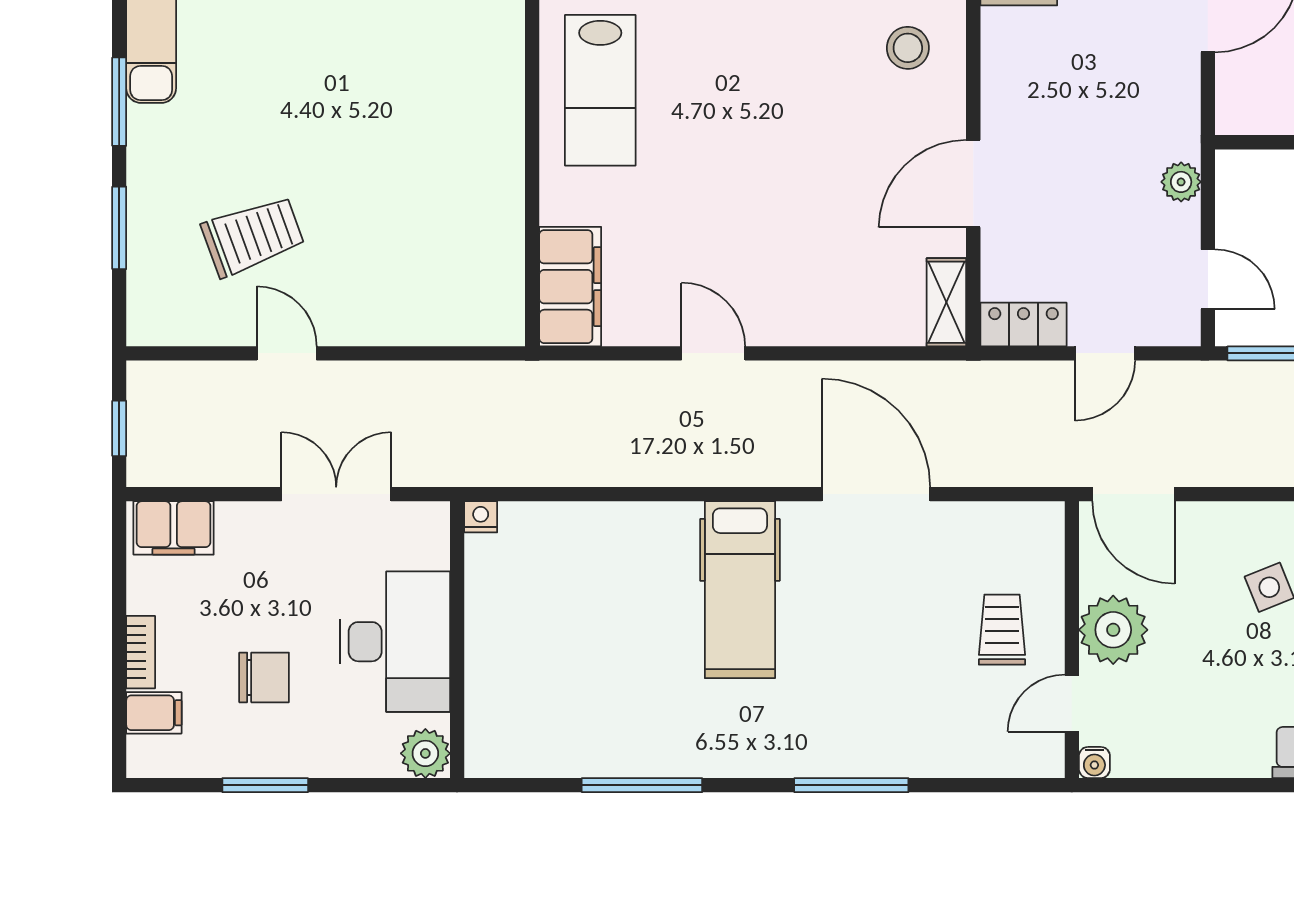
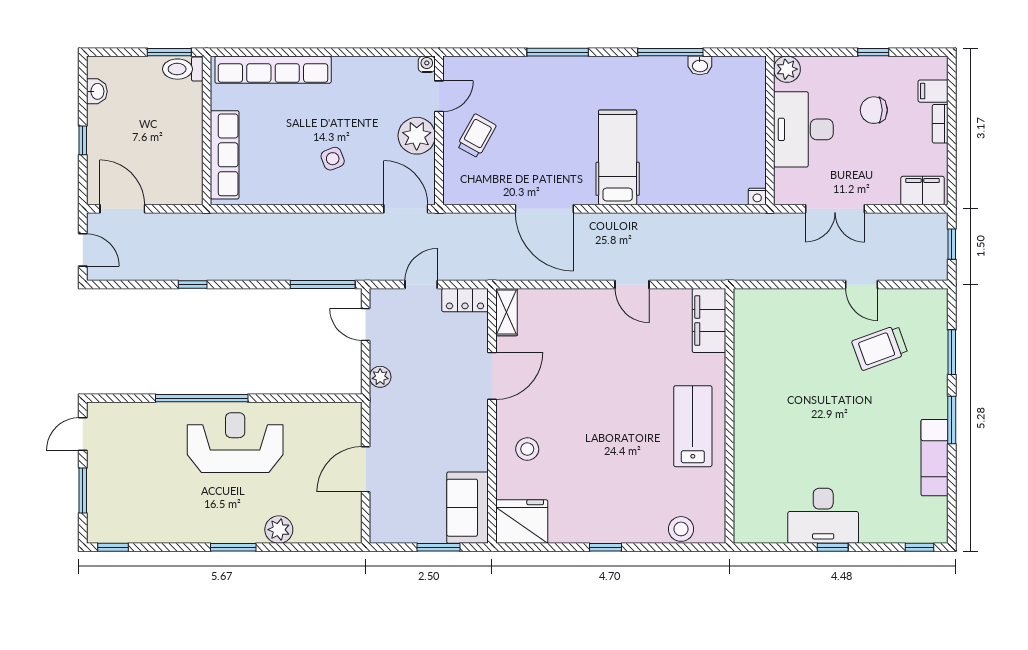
trolley: (1002, 630) -> (477, 136), turned -151
washbasin: (587, 760) -> (700, 65), added
window: (265, 785) -> (873, 52), width x0.67

